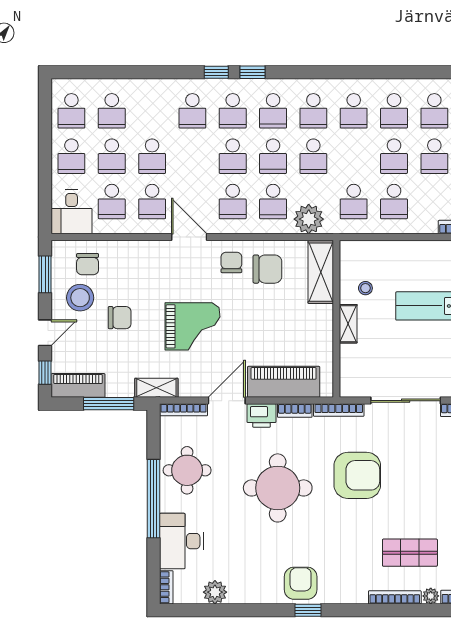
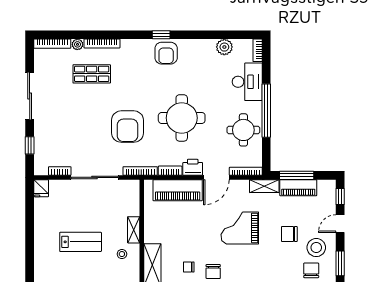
chair: (267, 269) -> (189, 267), width x0.54, depth x0.54
piano: (78, 385) -> (298, 188), moved
armchair: (357, 475) -> (128, 127), turned -90

